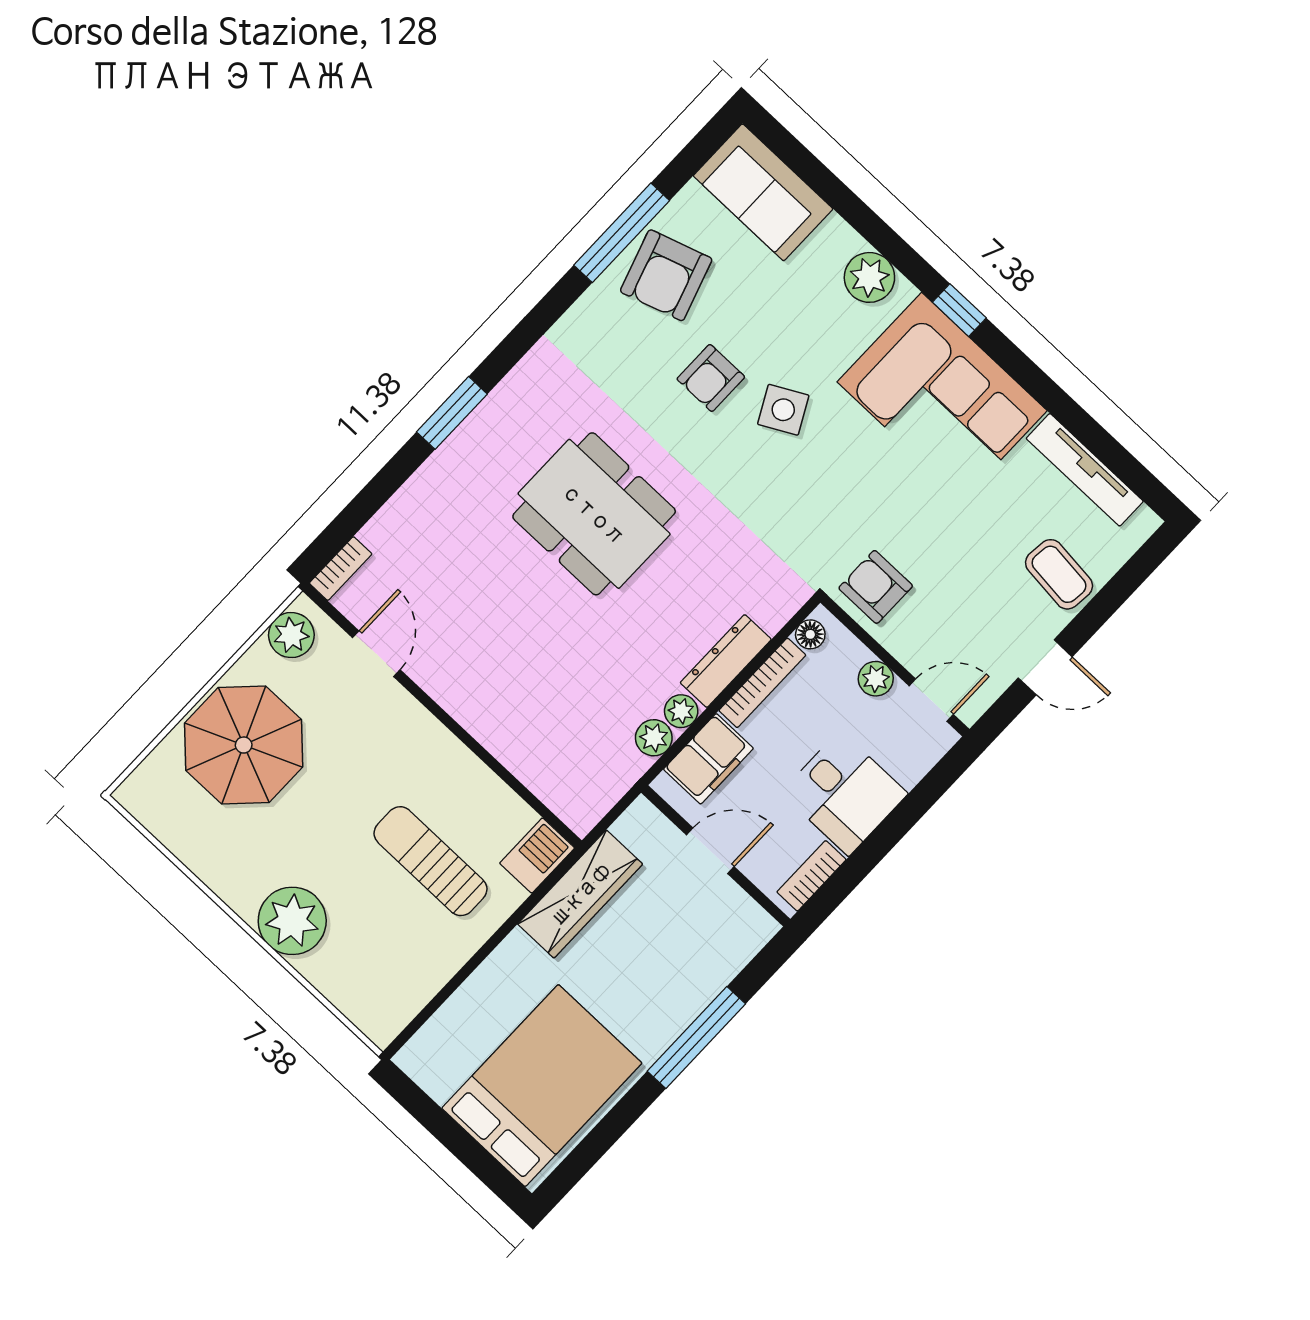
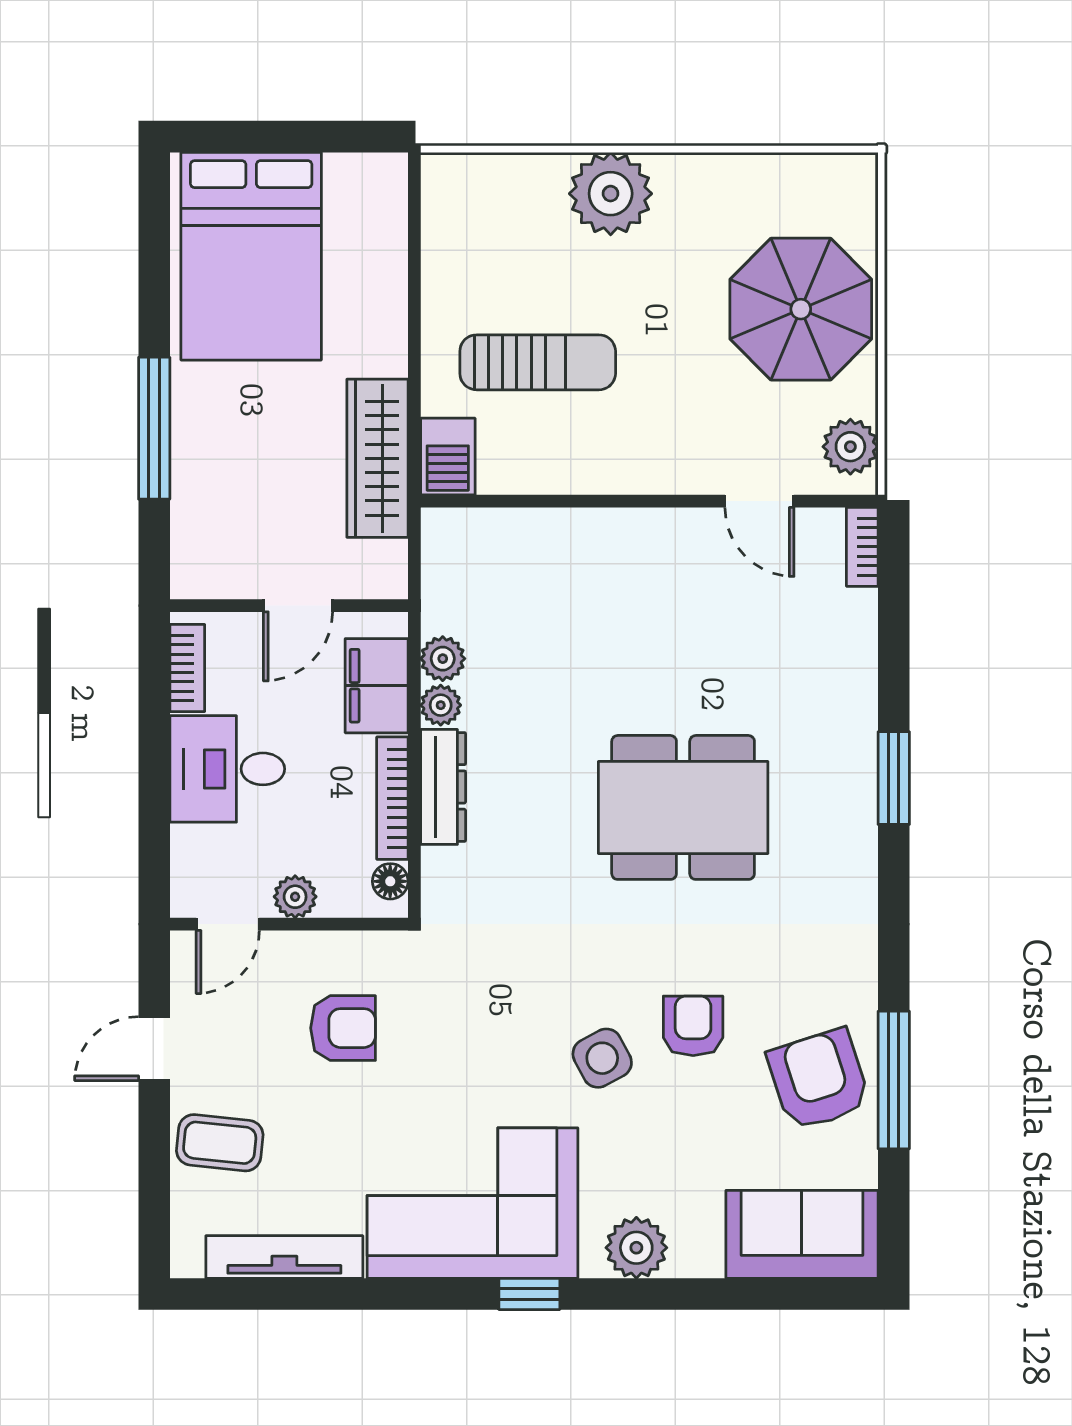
armchair: (876, 587) -> (343, 1028), moved

